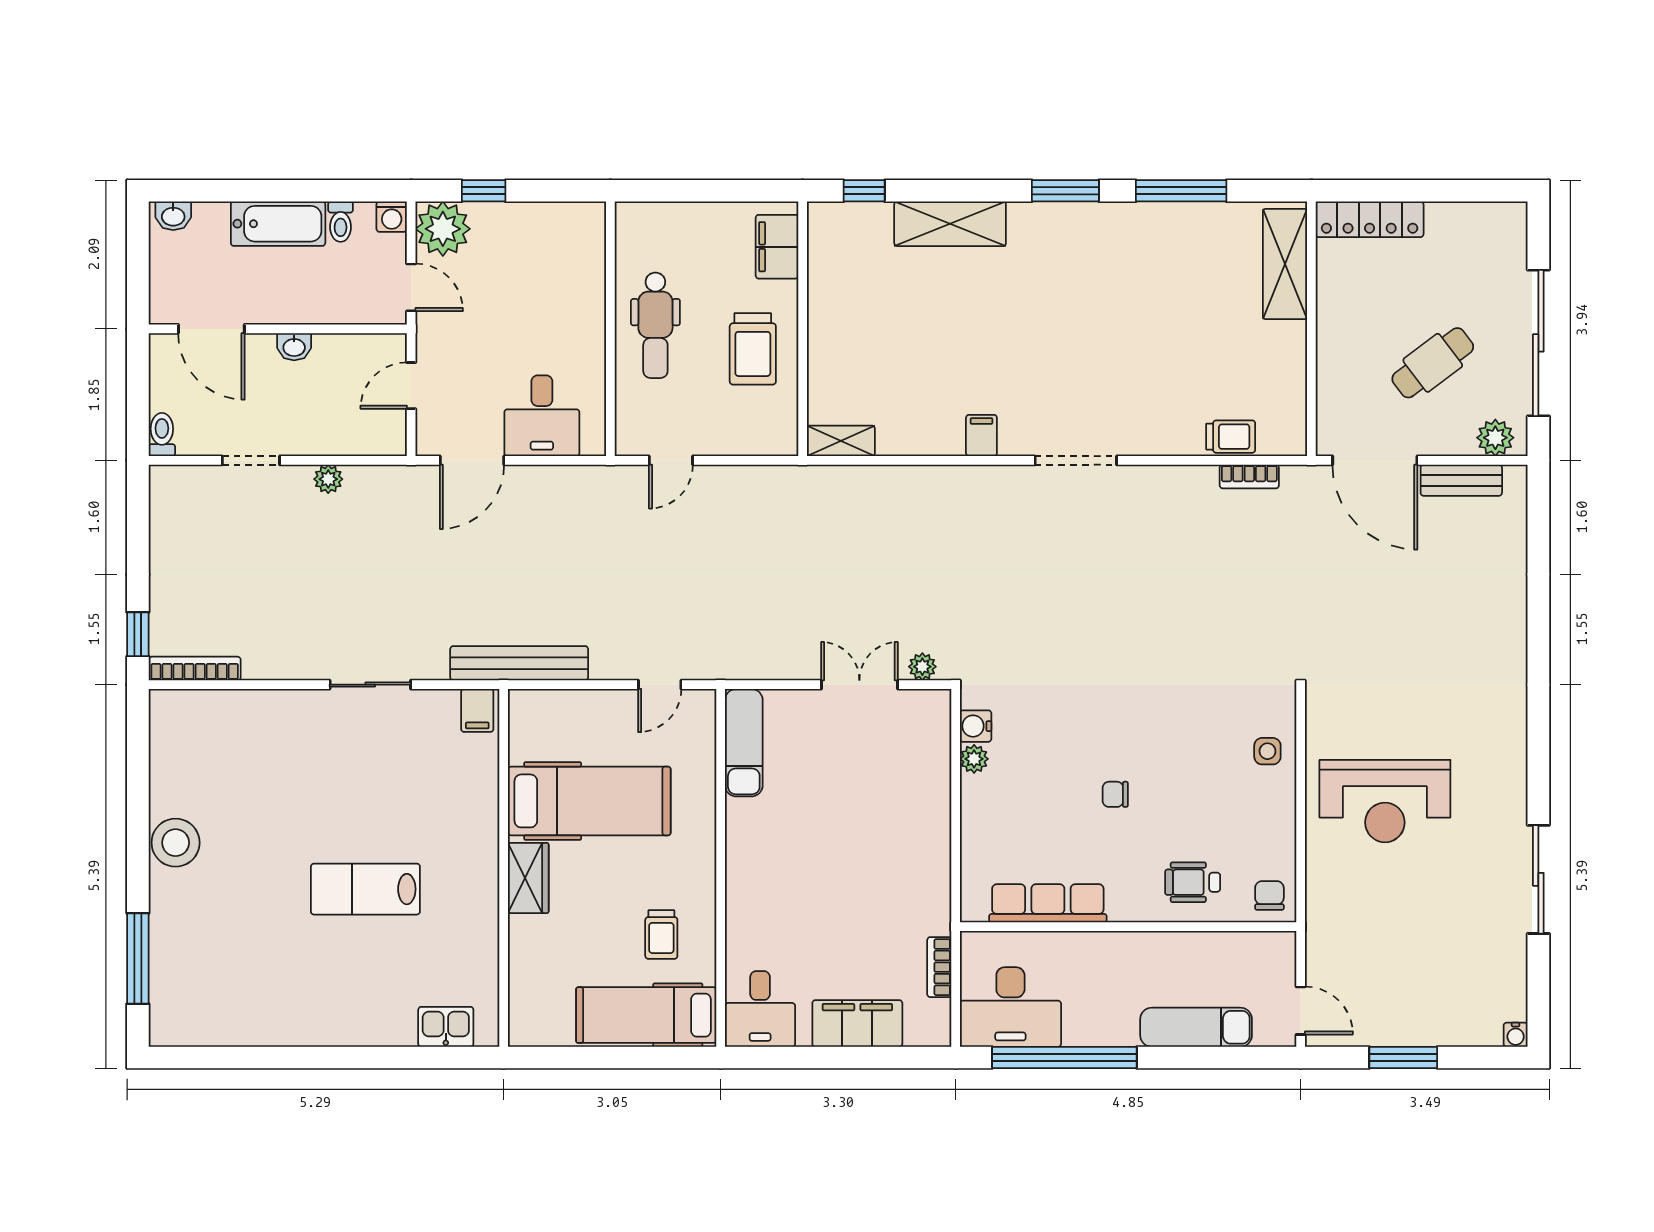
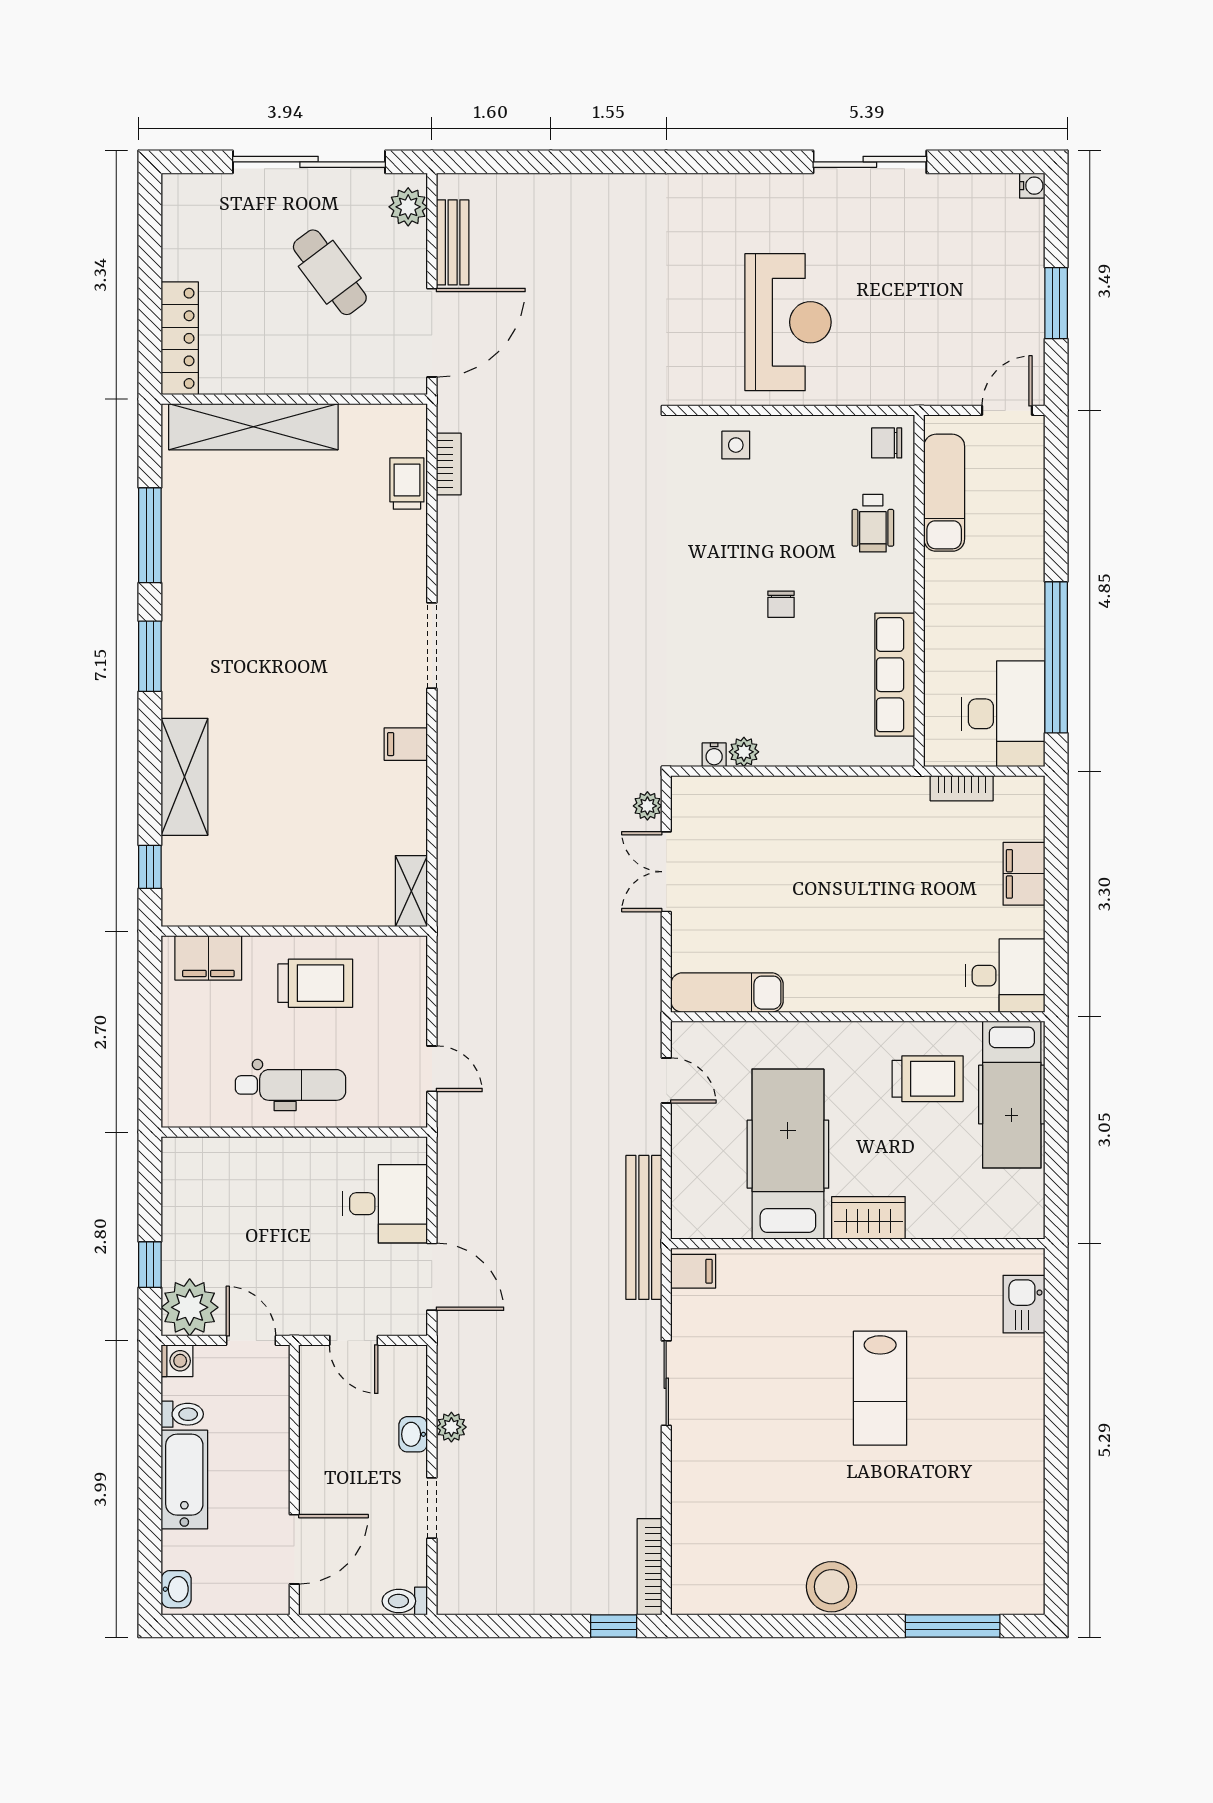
shelving: (1285, 264) -> (253, 427), width x1.47
door: (411, 287) -> (251, 1340), hinge flipped
washbasin: (294, 347) -> (413, 1434), moved, turned 180
water cooler: (976, 726) -> (714, 755), width x0.72, depth x0.72
trolley: (661, 935) -> (928, 1079), width x1.36, depth x1.39
filing cabinet: (857, 1023) -> (1024, 874), width x0.67, depth x0.86
exam couch: (1196, 1027) -> (944, 493), moved, turned 180

